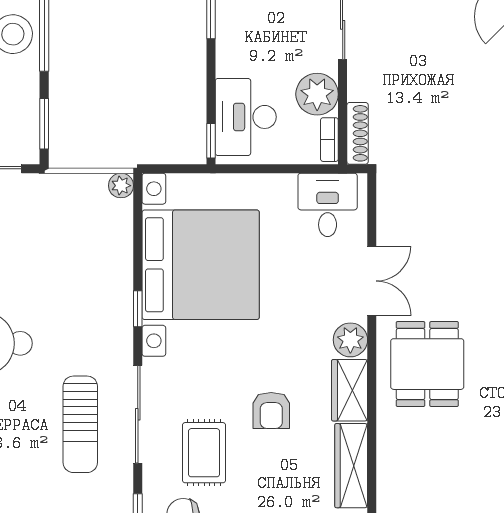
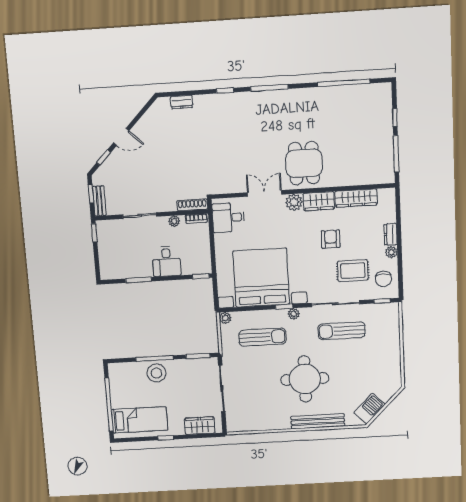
plant: (317, 94) -> (174, 221), width x0.53, depth x0.53
desk: (246, 117) -> (166, 261), moved, width x0.73
sun lounger: (76, 260) -> (263, 337), added
plant: (122, 327) -> (294, 314), added
dining table: (427, 364) -> (304, 163), turned 90
armchair: (271, 410) -> (331, 239), turned -90
sun lounger: (80, 424) -> (342, 331), turned 180

